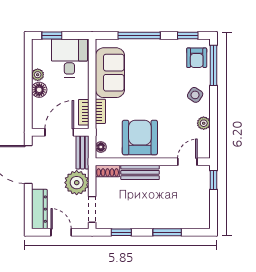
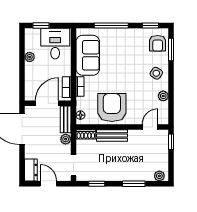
window: (213, 65) -> (171, 49), width x0.69
floor lamp: (39, 90) -> (31, 69), removed
plant: (77, 183) -> (66, 139), width x0.53, depth x0.53
dresser: (39, 209) -> (31, 170), width x0.70
plant: (199, 223) -> (159, 176), added

